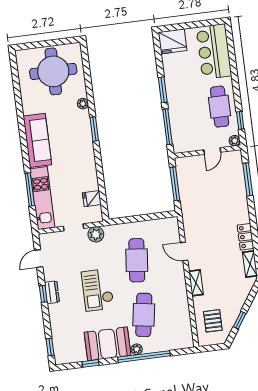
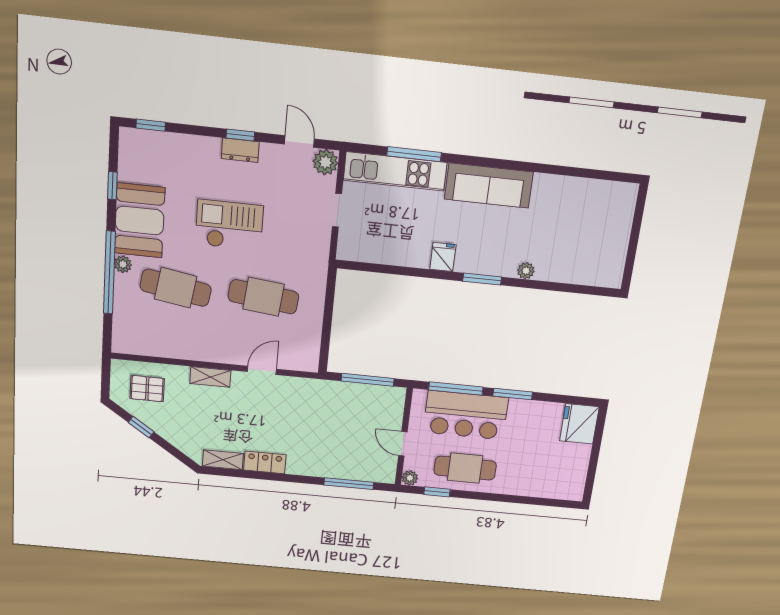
bar counter: (214, 52) -> (466, 415), moved, turned 180
round table: (53, 71) -> (589, 237), removed
fridge: (92, 199) -> (443, 257), moved
plant: (96, 234) -> (325, 162), moved

